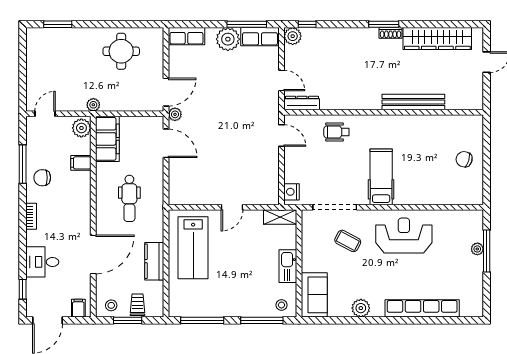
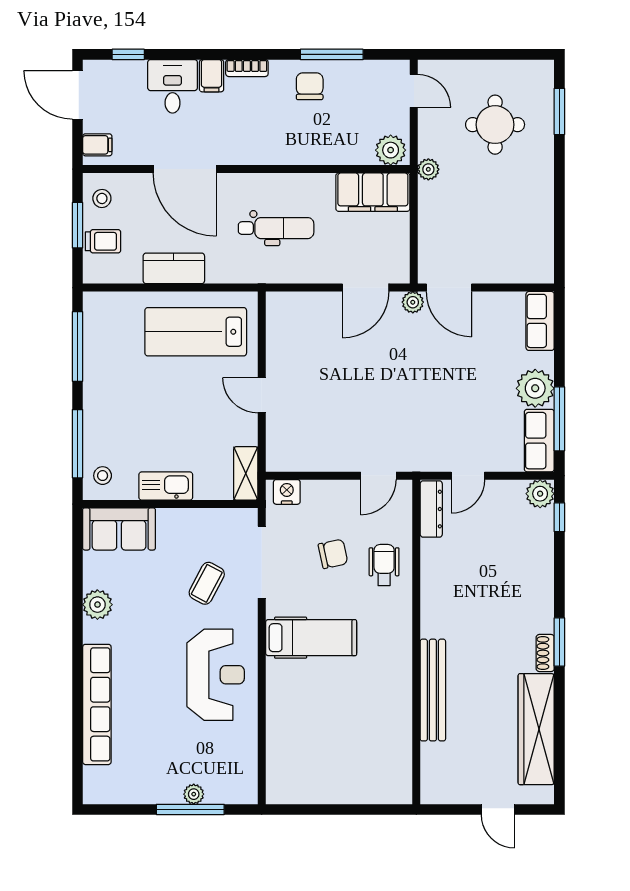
round table: (121, 51) -> (495, 125), moved
chair: (464, 159) -> (333, 554), moved, turned 61
filing cabinet: (81, 163) -> (212, 76), moved, turned 180
dental chair: (129, 198) -> (276, 228), turned 180

